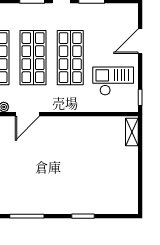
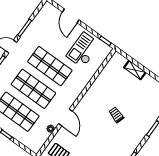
shelving: (132, 132) -> (135, 70), moved
trolley: (70, 166) -> (116, 115), added

